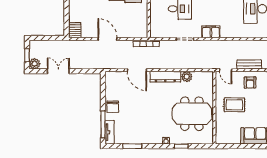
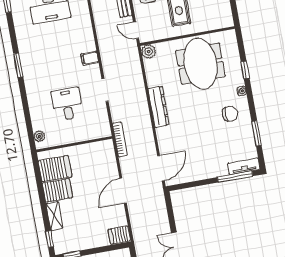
filing cabinet: (211, 32) -> (90, 58), width x0.50
door: (137, 70) -> (161, 168), moved
door: (226, 70) -> (136, 30), swing flipped
plant: (187, 77) -> (149, 52), moved
chair: (113, 107) -> (230, 114), moved

